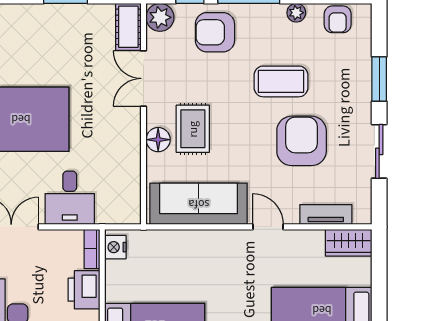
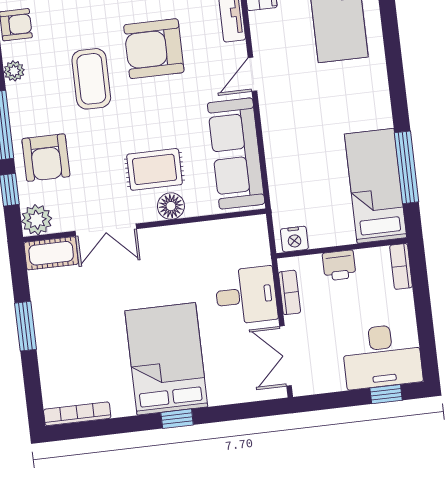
bookcase: (92, 249) -> (289, 292), moved, turned -90
printer: (84, 290) -> (339, 265), width x0.73, depth x0.81

